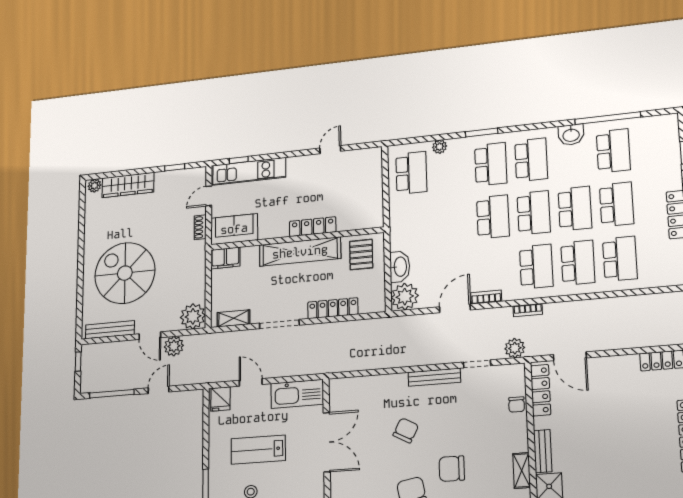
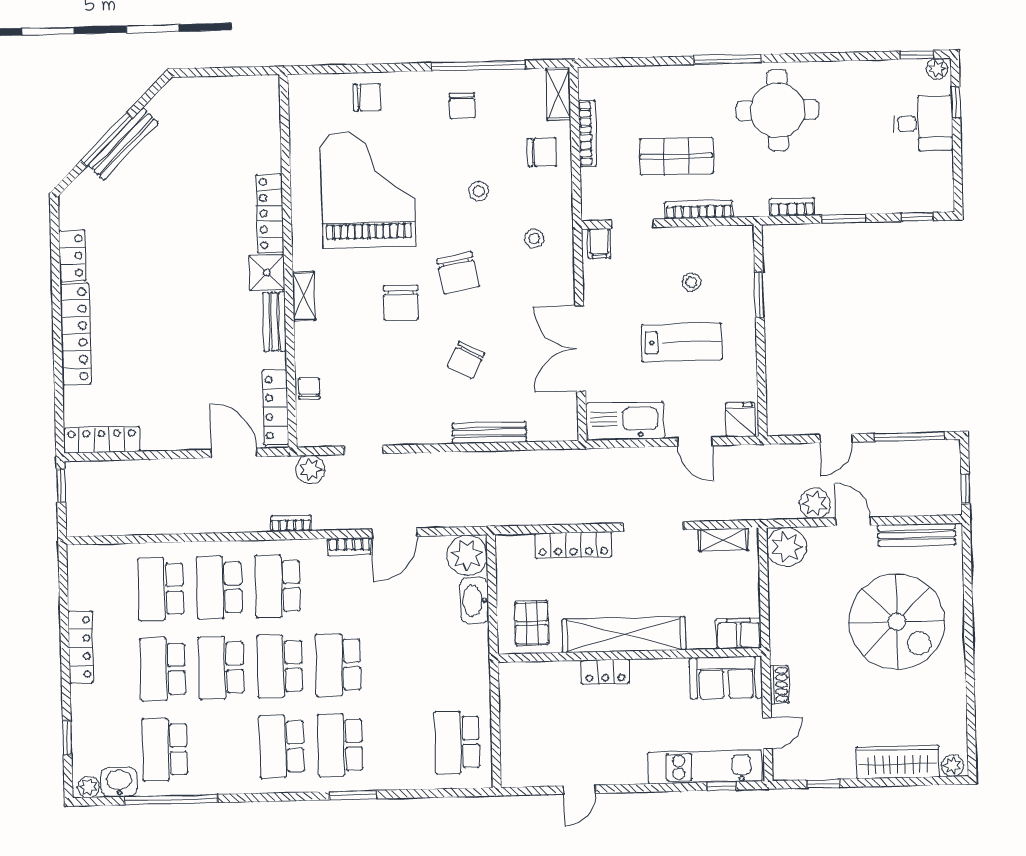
washbasin: (571, 135) -> (119, 782), moved
plant: (440, 147) -> (88, 787), moved
locker: (313, 227) -> (605, 672), width x0.66
bench: (434, 377) -> (489, 433), moved
chair: (452, 469) -> (401, 303), turned 90

